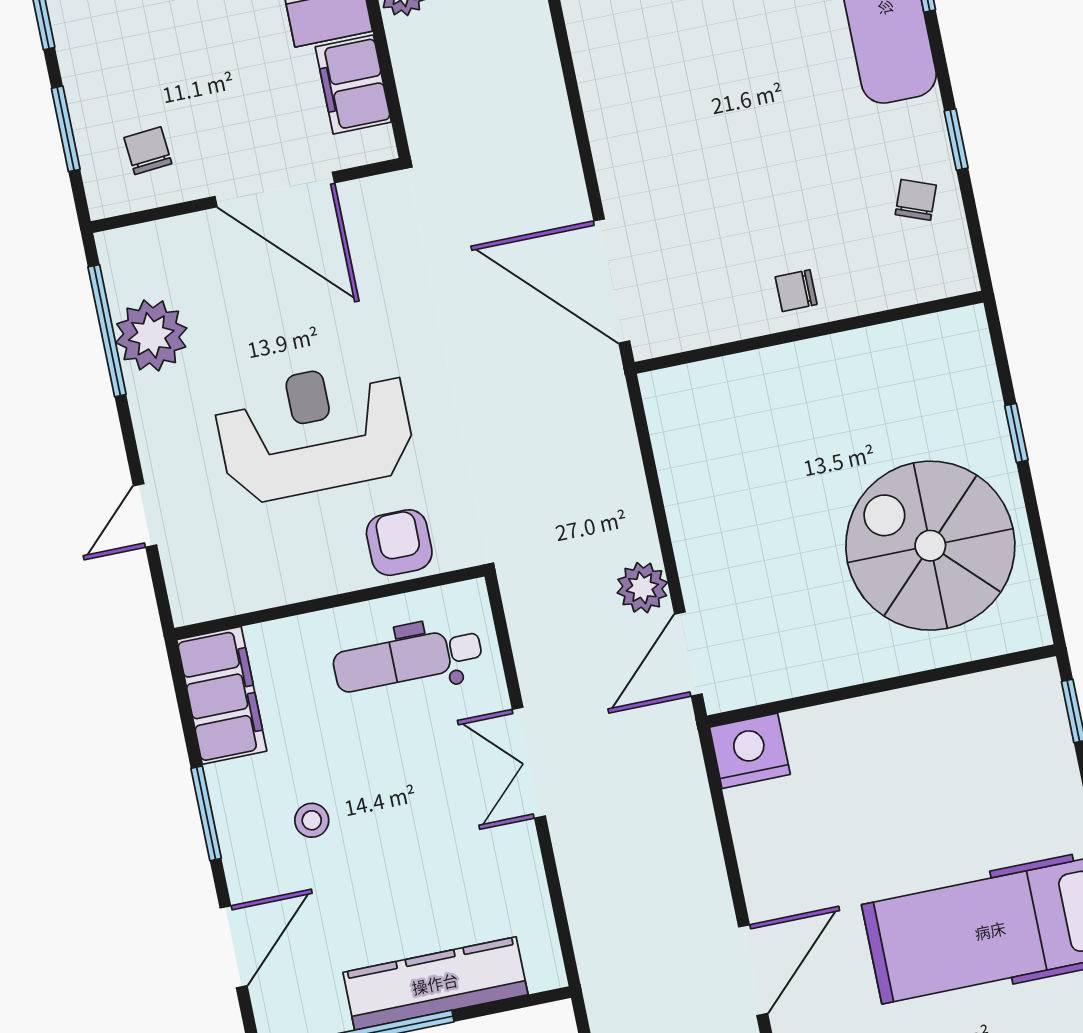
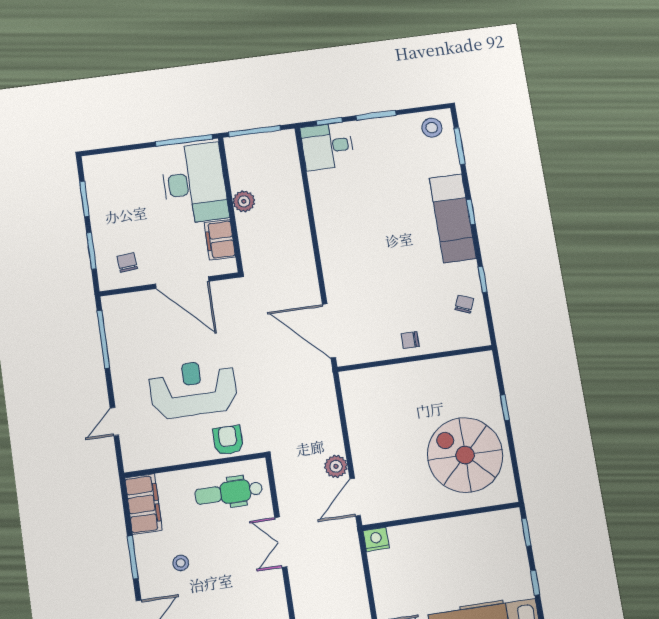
plant: (151, 335) -> (123, 343), removed
nightstand: (750, 751) -> (376, 539), width x0.74, depth x0.75

